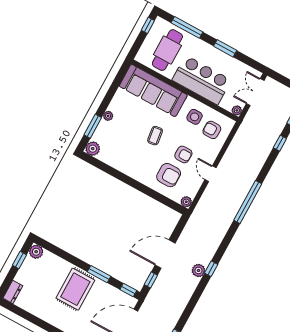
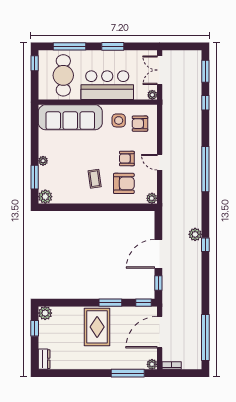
coffee table: (155, 136) -> (95, 179), moved
armchair: (183, 154) -> (127, 158), turned 180
plant: (198, 270) -> (195, 234), moved

